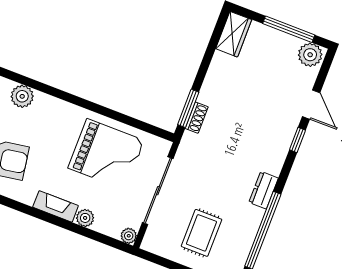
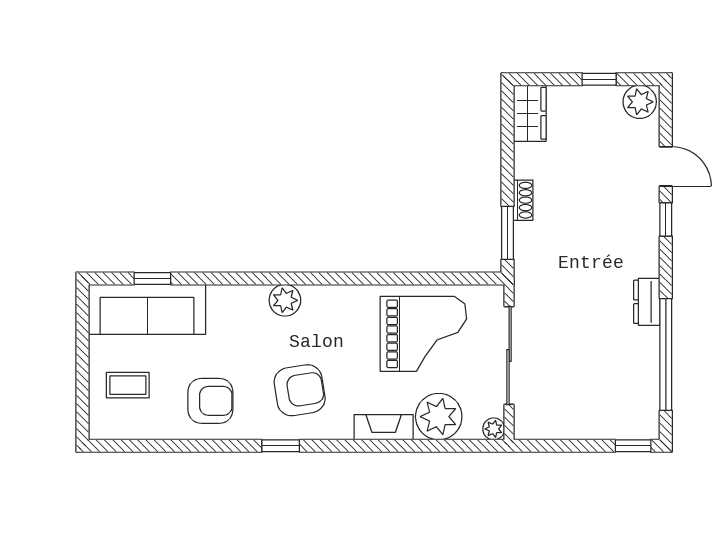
window: (289, 29) -> (599, 79), width x0.46
shoe rack: (197, 118) -> (523, 200), moved
plant: (85, 218) -> (439, 417), width x1.88, depth x1.88
rug: (202, 233) -> (587, 389), removed

